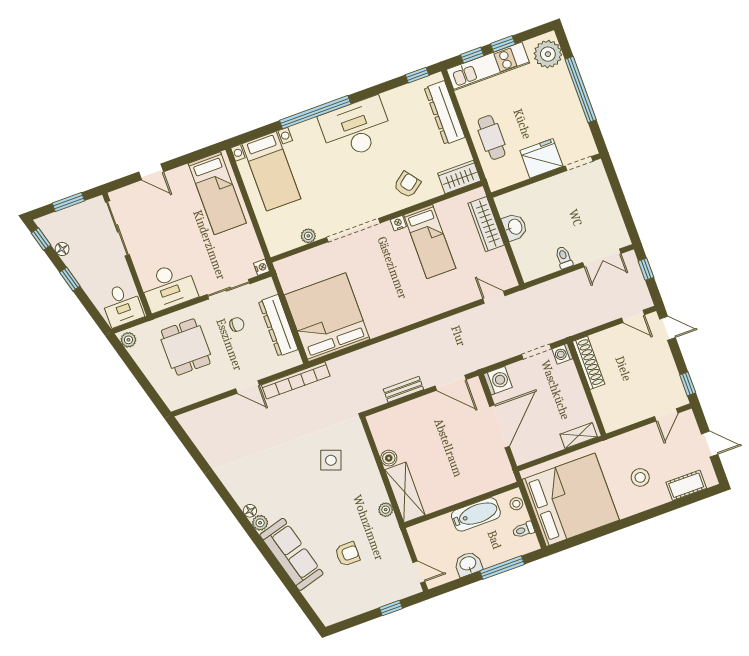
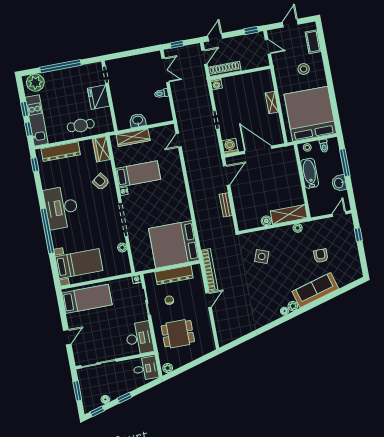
washing machine: (562, 354) -> (216, 84), moved
shoe rack: (589, 363) -> (225, 69), moved
wall: (587, 389) -> (240, 73), moved

